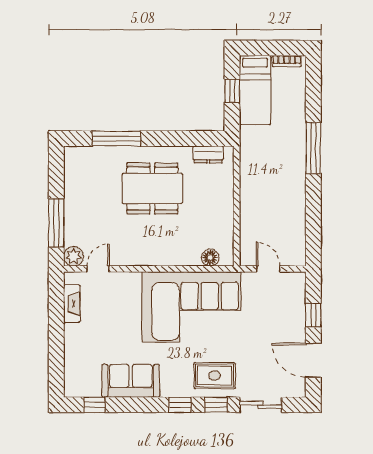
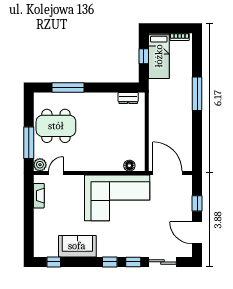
dining table: (152, 188) -> (56, 126), moved
door: (268, 269) -> (168, 173), width x1.88
rug: (215, 375) -> (132, 243), removed

